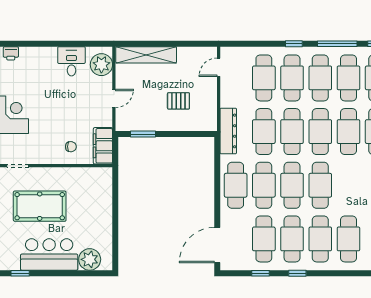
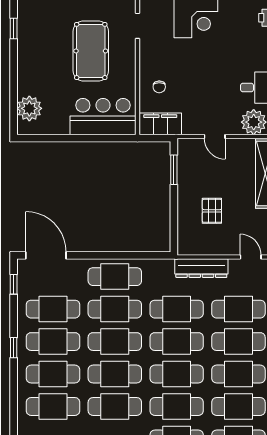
dresser: (228, 131) -> (201, 268), moved
cafe table: (348, 185) -> (115, 406), added
bar counter: (49, 254) -> (103, 117), moved, turned -90
window: (261, 273) -> (14, 284), moved

